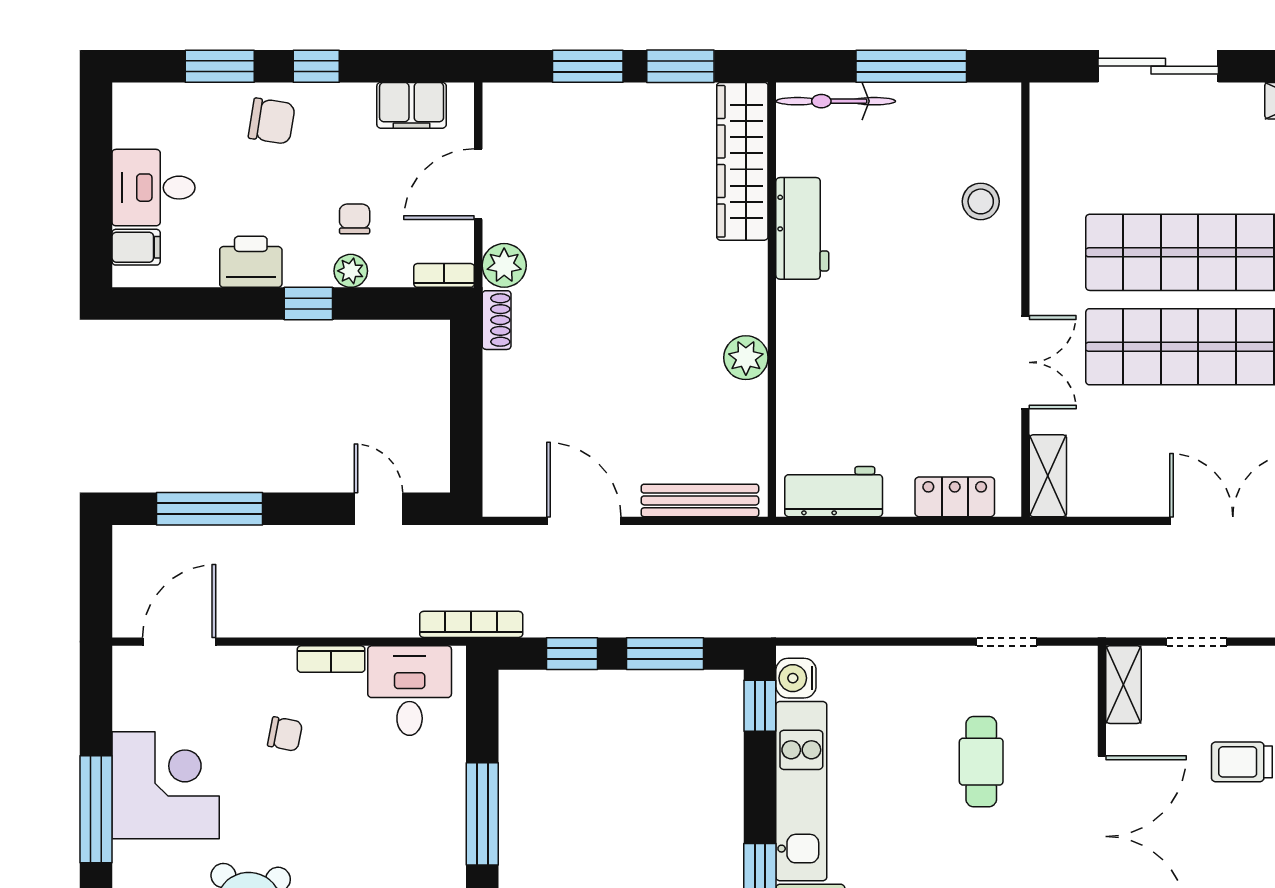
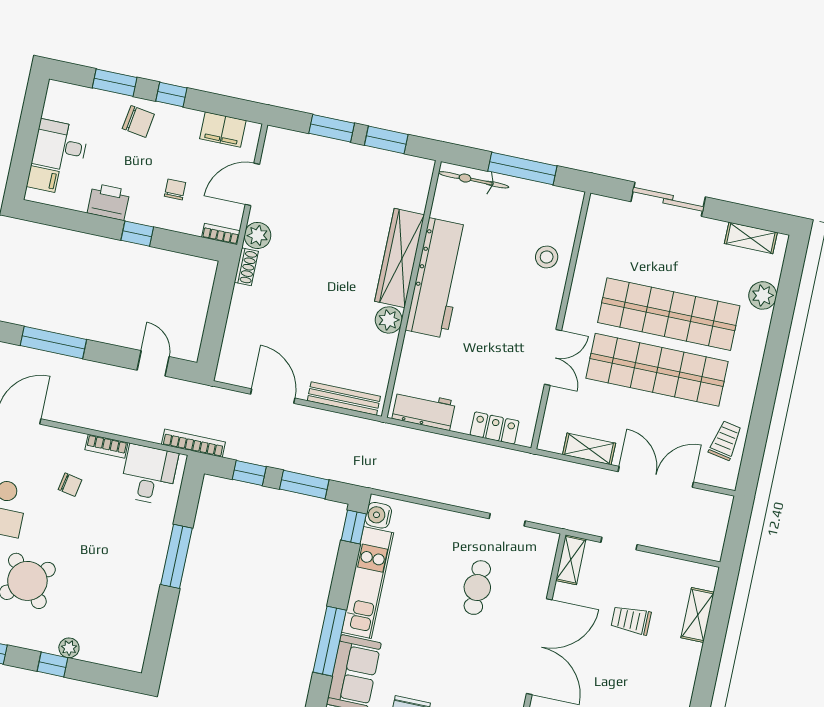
wardrobe: (742, 161) -> (400, 258), moved
workbench: (802, 228) -> (437, 278), width x1.88, depth x1.32
plant: (351, 271) -> (166, 220), removed
shelving: (1048, 476) -> (589, 449), moved, turned 90

